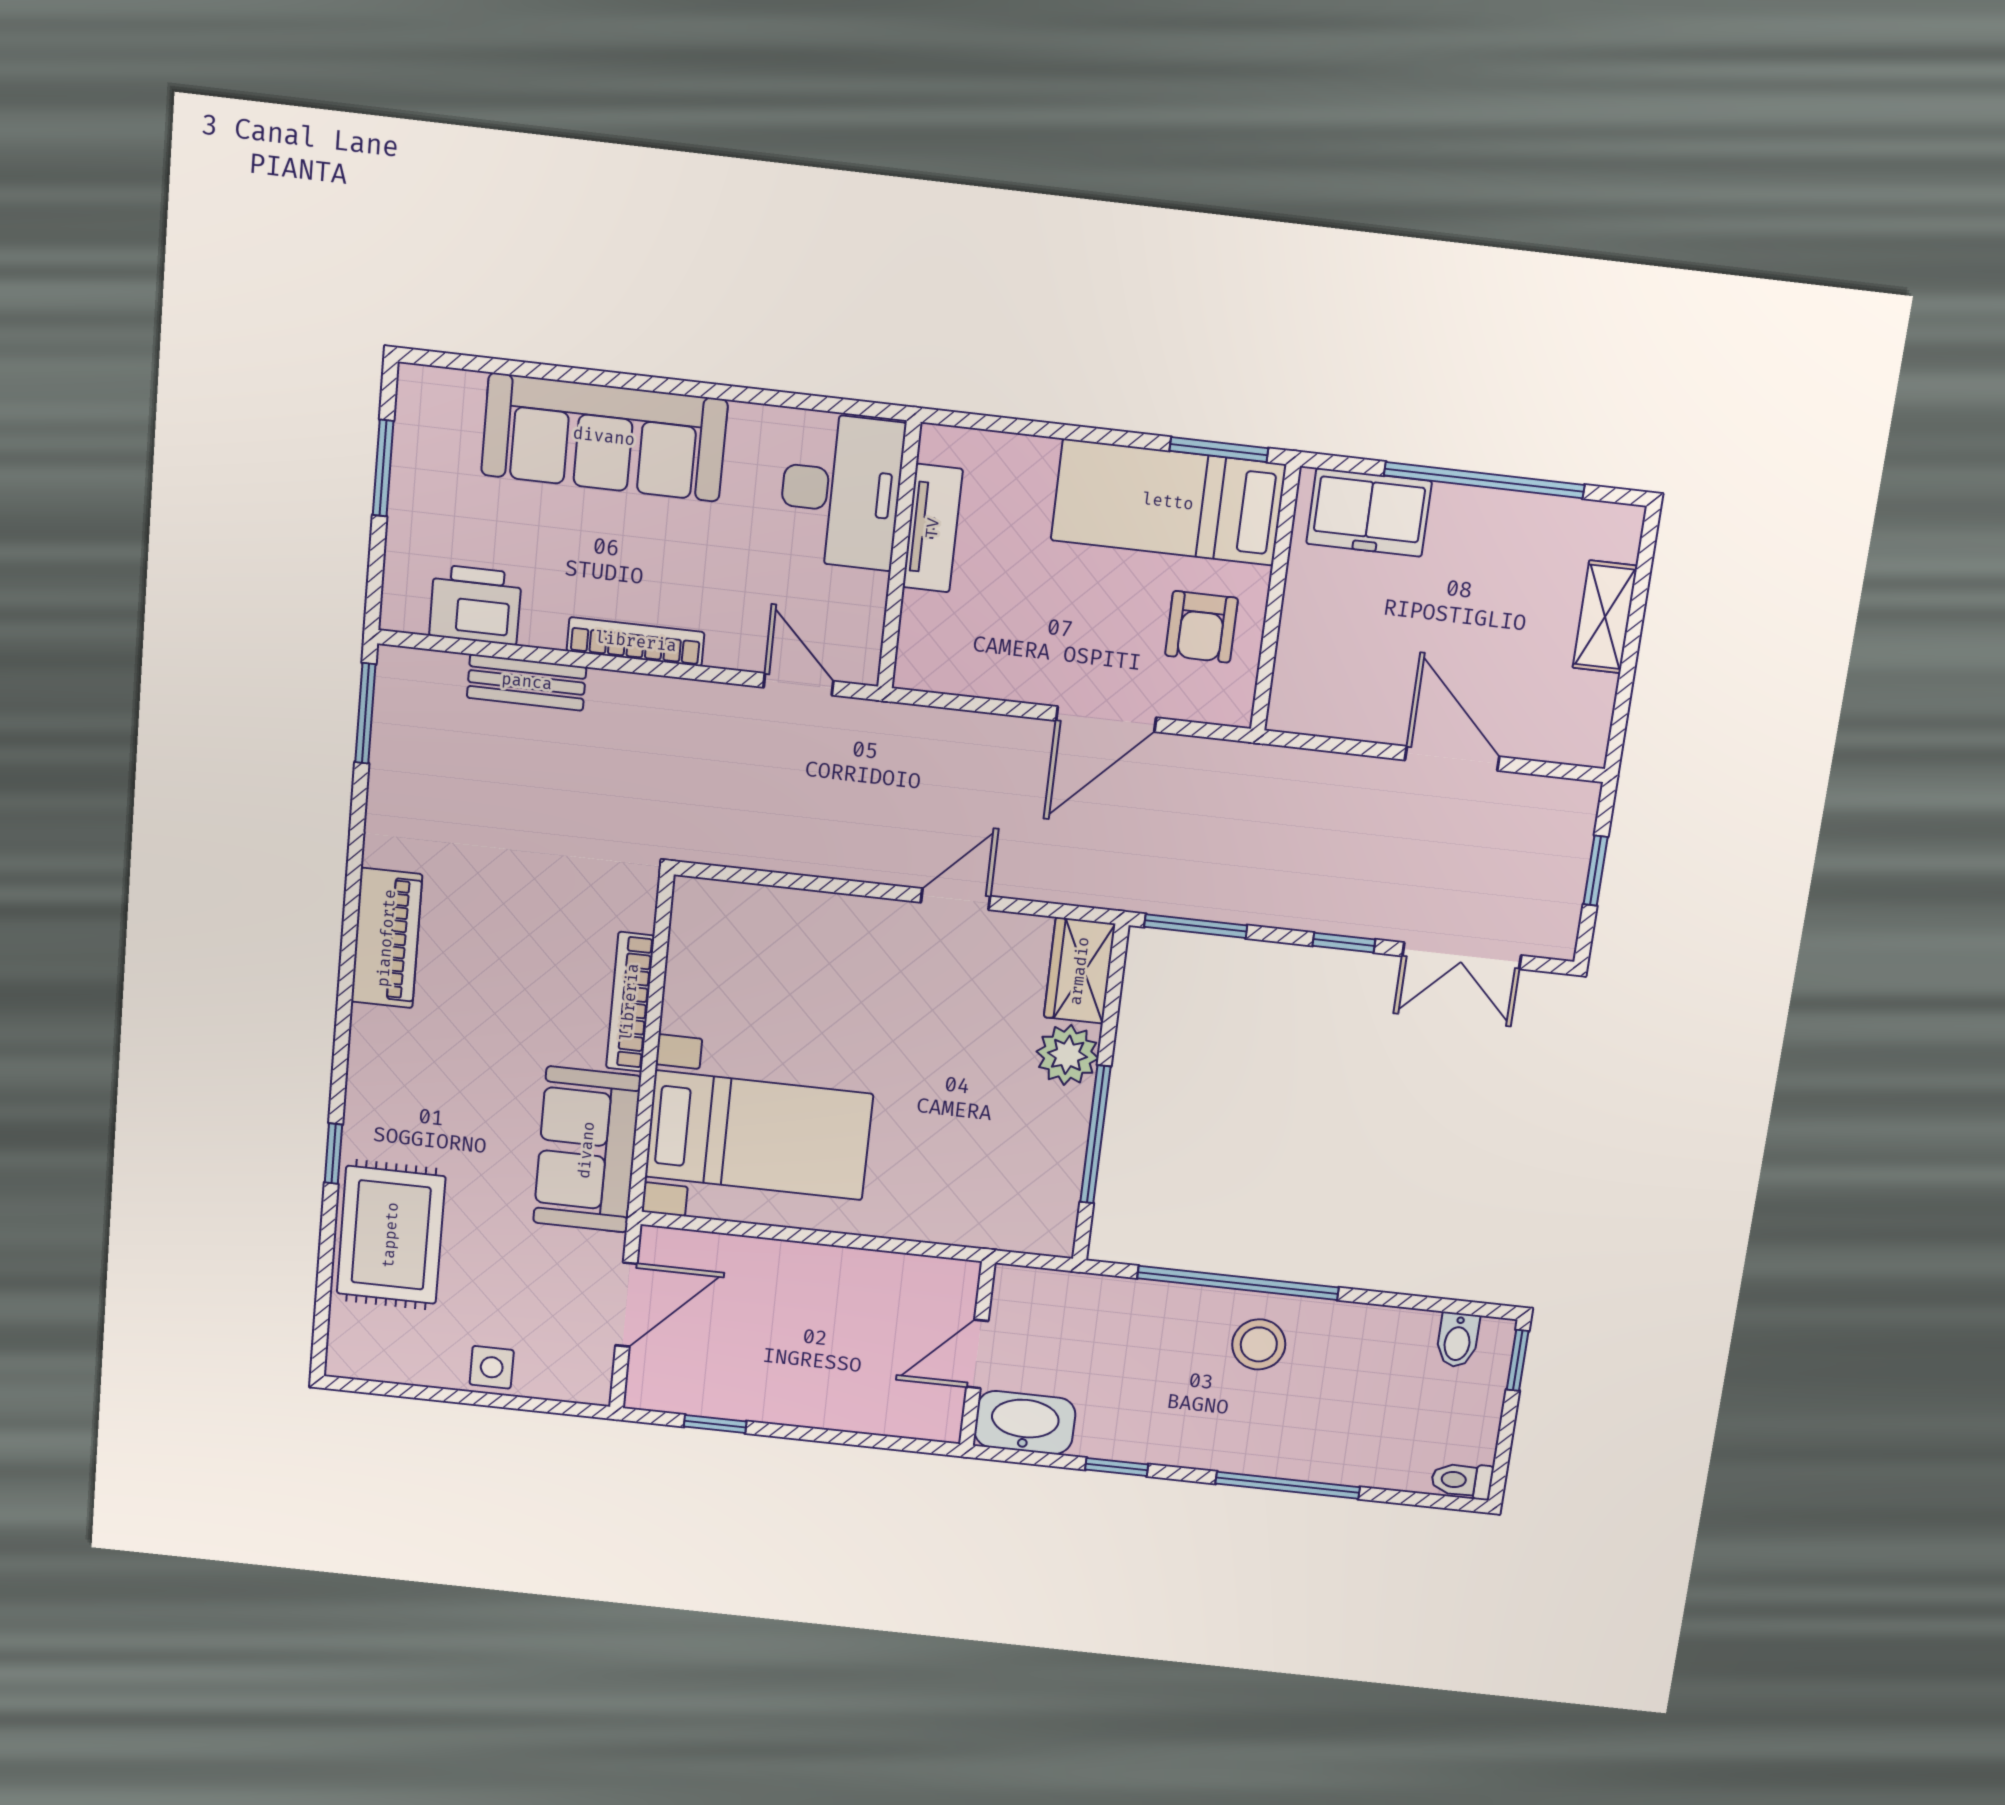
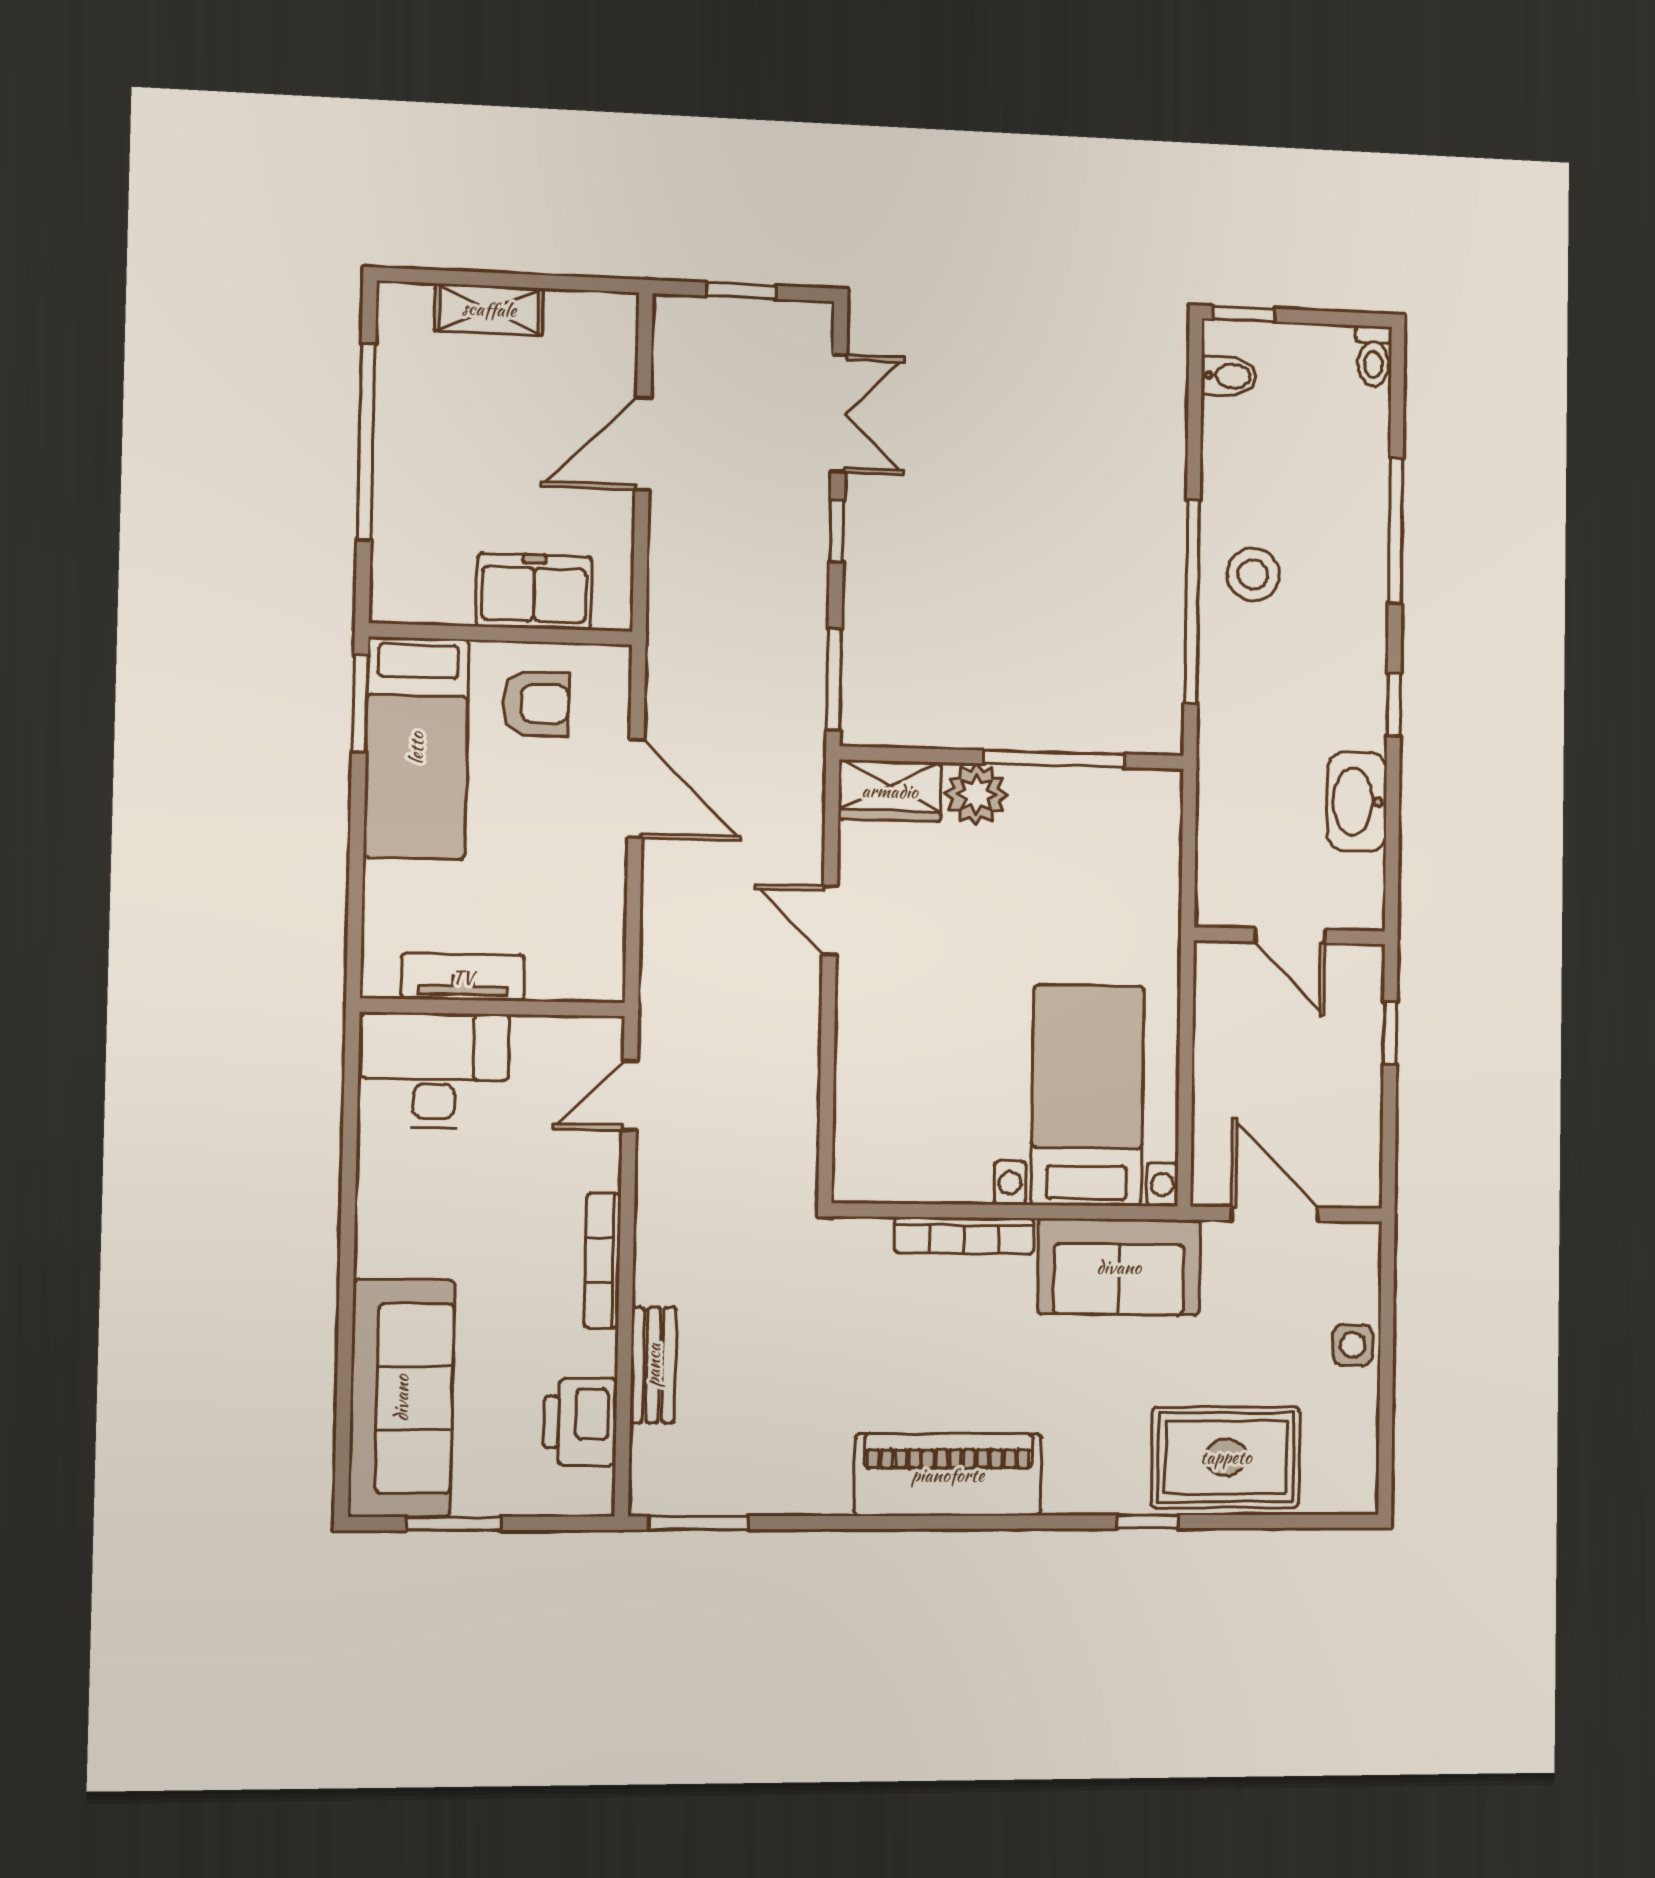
sofa: (604, 437) -> (401, 1398), moved
freezer: (1369, 512) -> (534, 591), moved, turned -90
piano: (387, 938) -> (948, 1475), width x1.37, depth x1.33
door: (977, 1354) -> (1290, 936), moved
wall: (977, 1354) -> (1290, 936), moved
window: (715, 1424) -> (1390, 1033), moved

